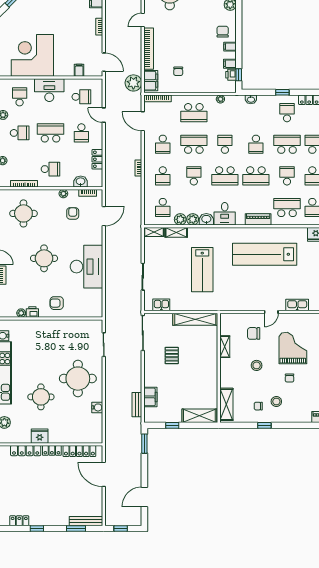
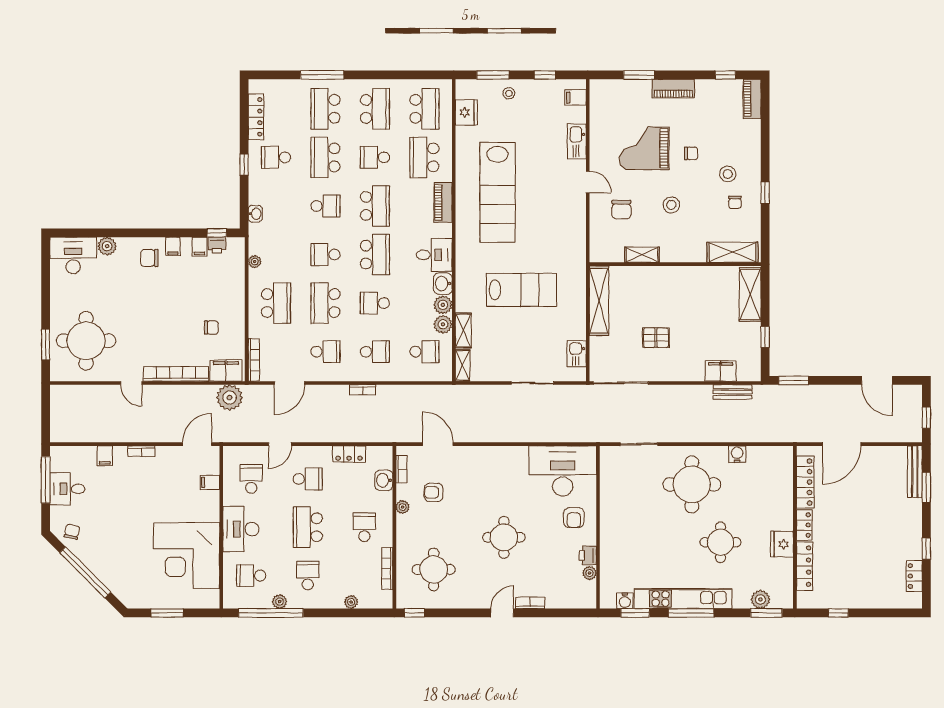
desk: (86, 267) -> (563, 471), moved

